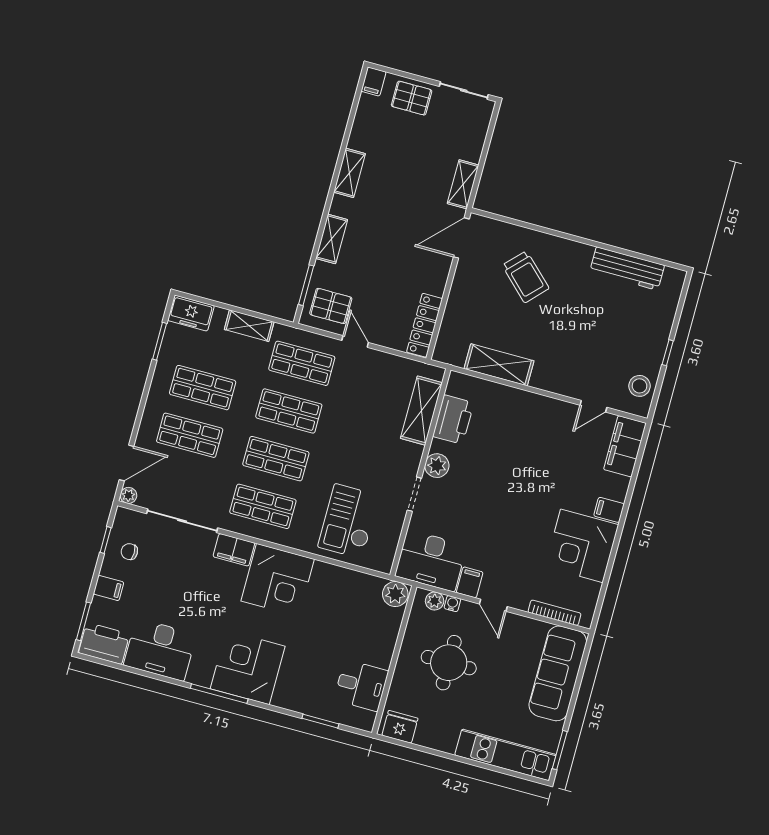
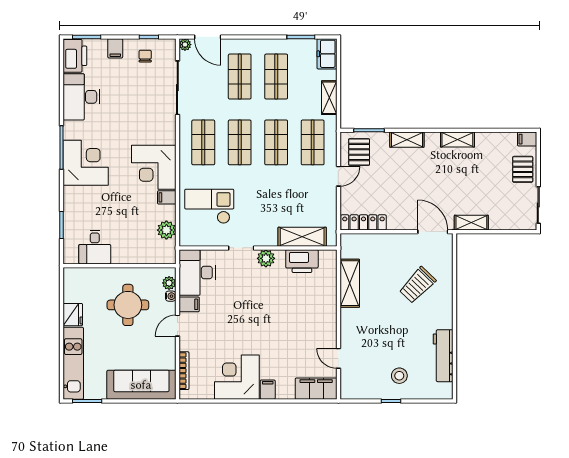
stool: (639, 386) -> (399, 376), moved
filing cabinet: (234, 550) -> (167, 197), moved, width x0.50
plant: (395, 594) -> (166, 230), moved
fridge: (400, 727) -> (73, 315), moved

